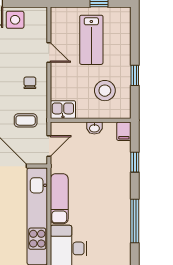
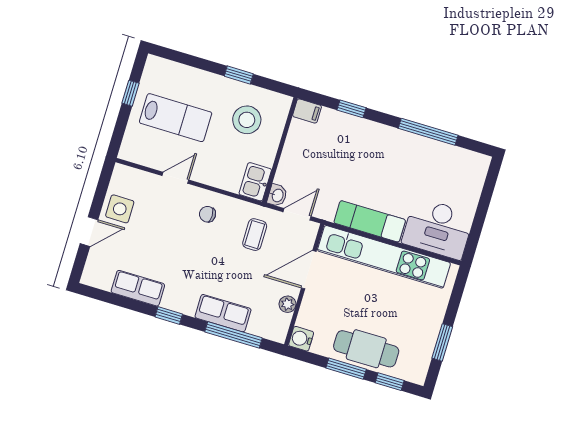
washbasin: (94, 128) -> (277, 195), moved
door: (49, 146) -> (297, 214), hinge flipped

